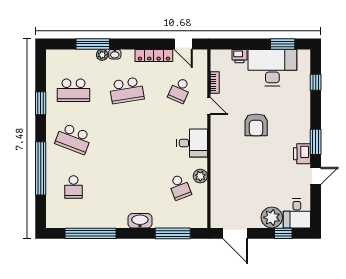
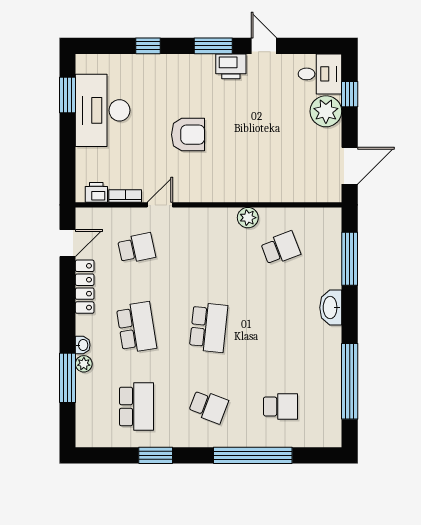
printer: (240, 56) -> (96, 192), moved, turned -90
window: (316, 82) -> (148, 46), moved
school desk: (180, 90) -> (137, 248), turned -36
school desk: (73, 139) -> (209, 406), width x0.54
school desk: (127, 139) -> (209, 327), added
desk: (192, 143) -> (215, 230), removed
plant: (200, 176) -> (248, 218), moved

